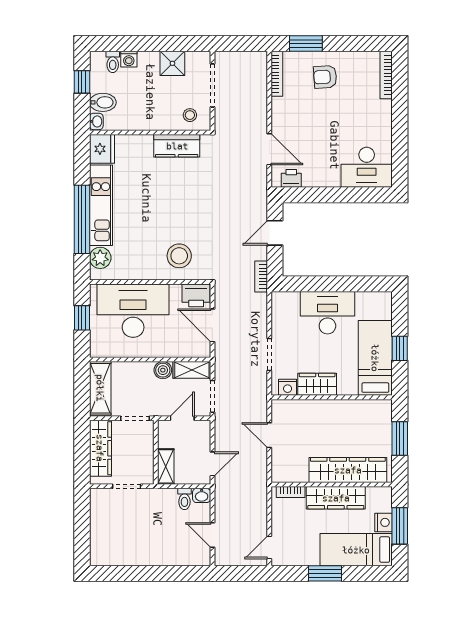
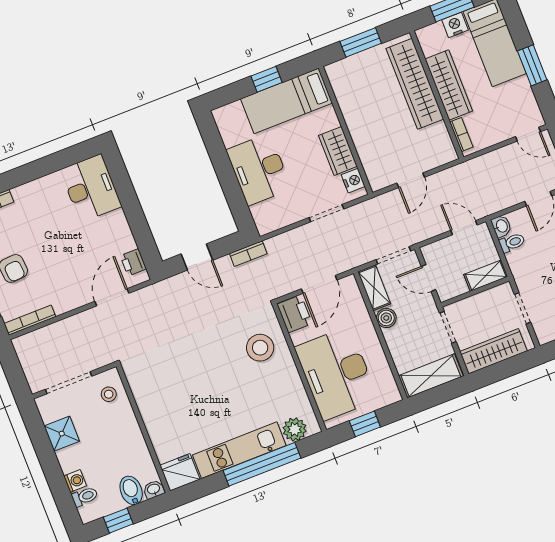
kitchen counter: (177, 146) -> (146, 395), removed

